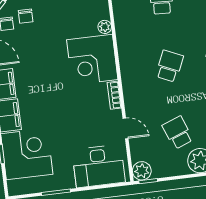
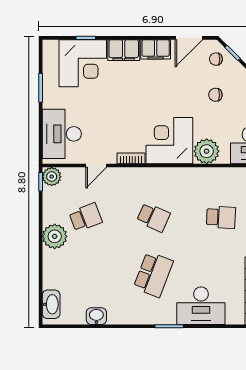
chair: (26, 16) -> (215, 95), moved
plant: (105, 27) -> (207, 151), width x1.87, depth x1.87

